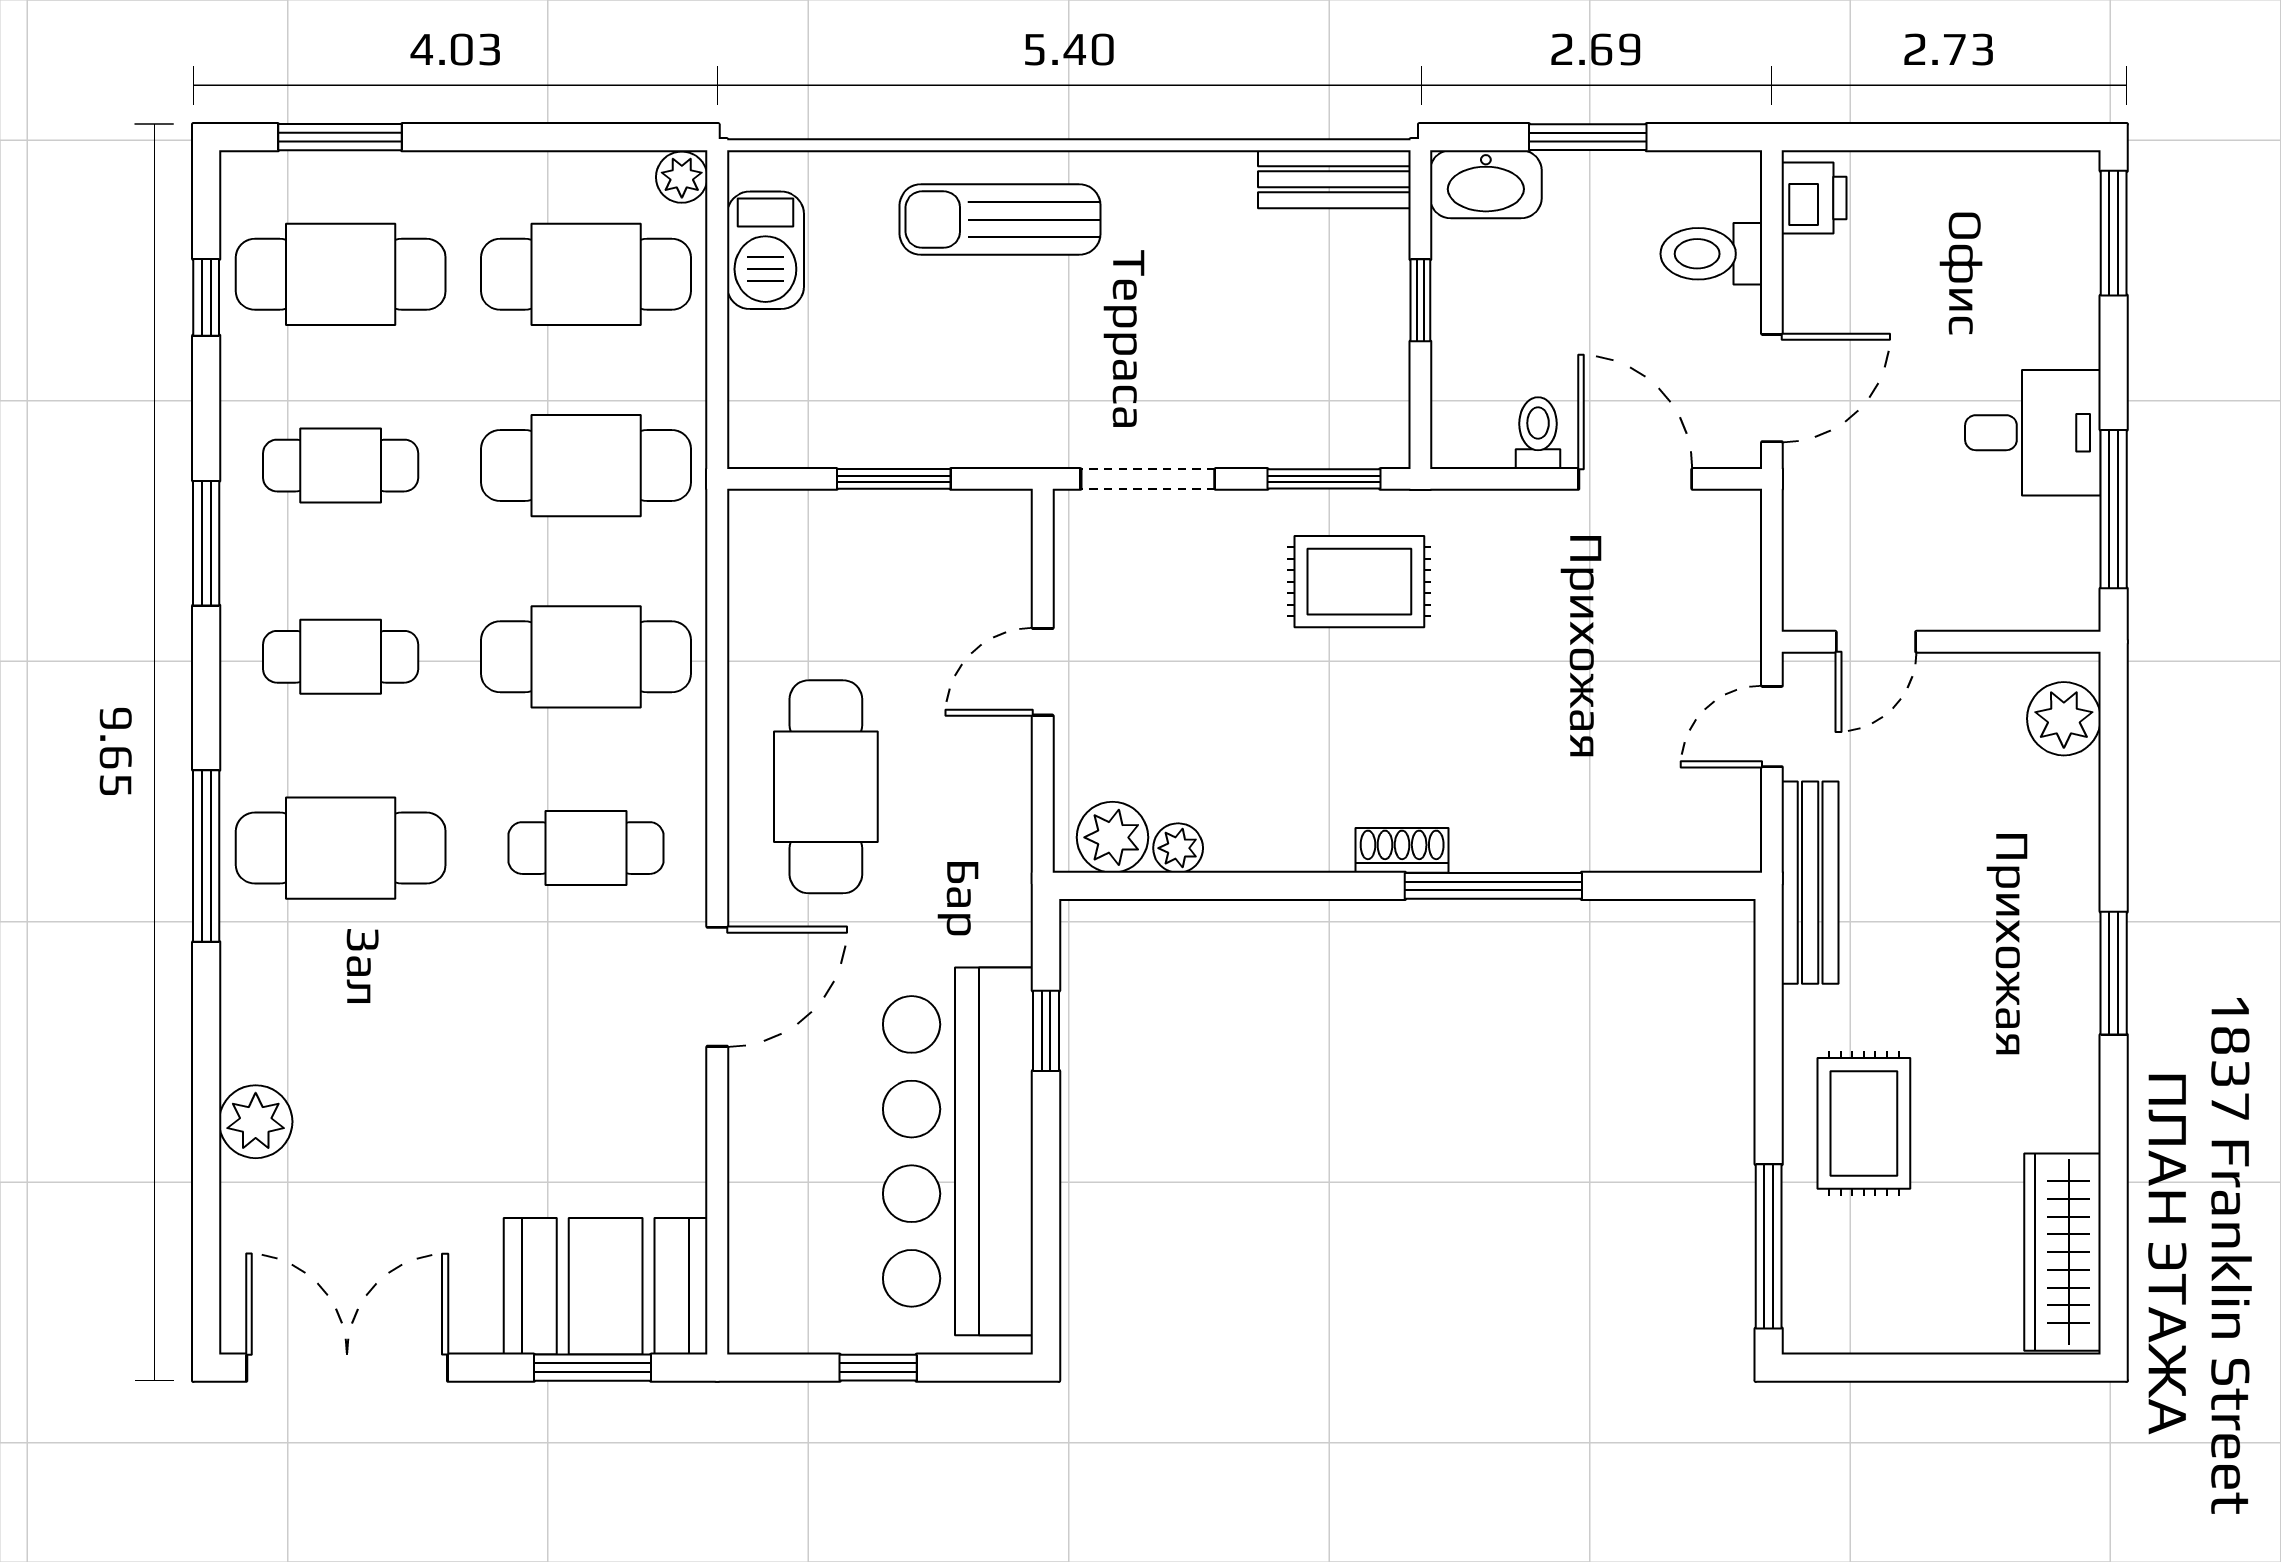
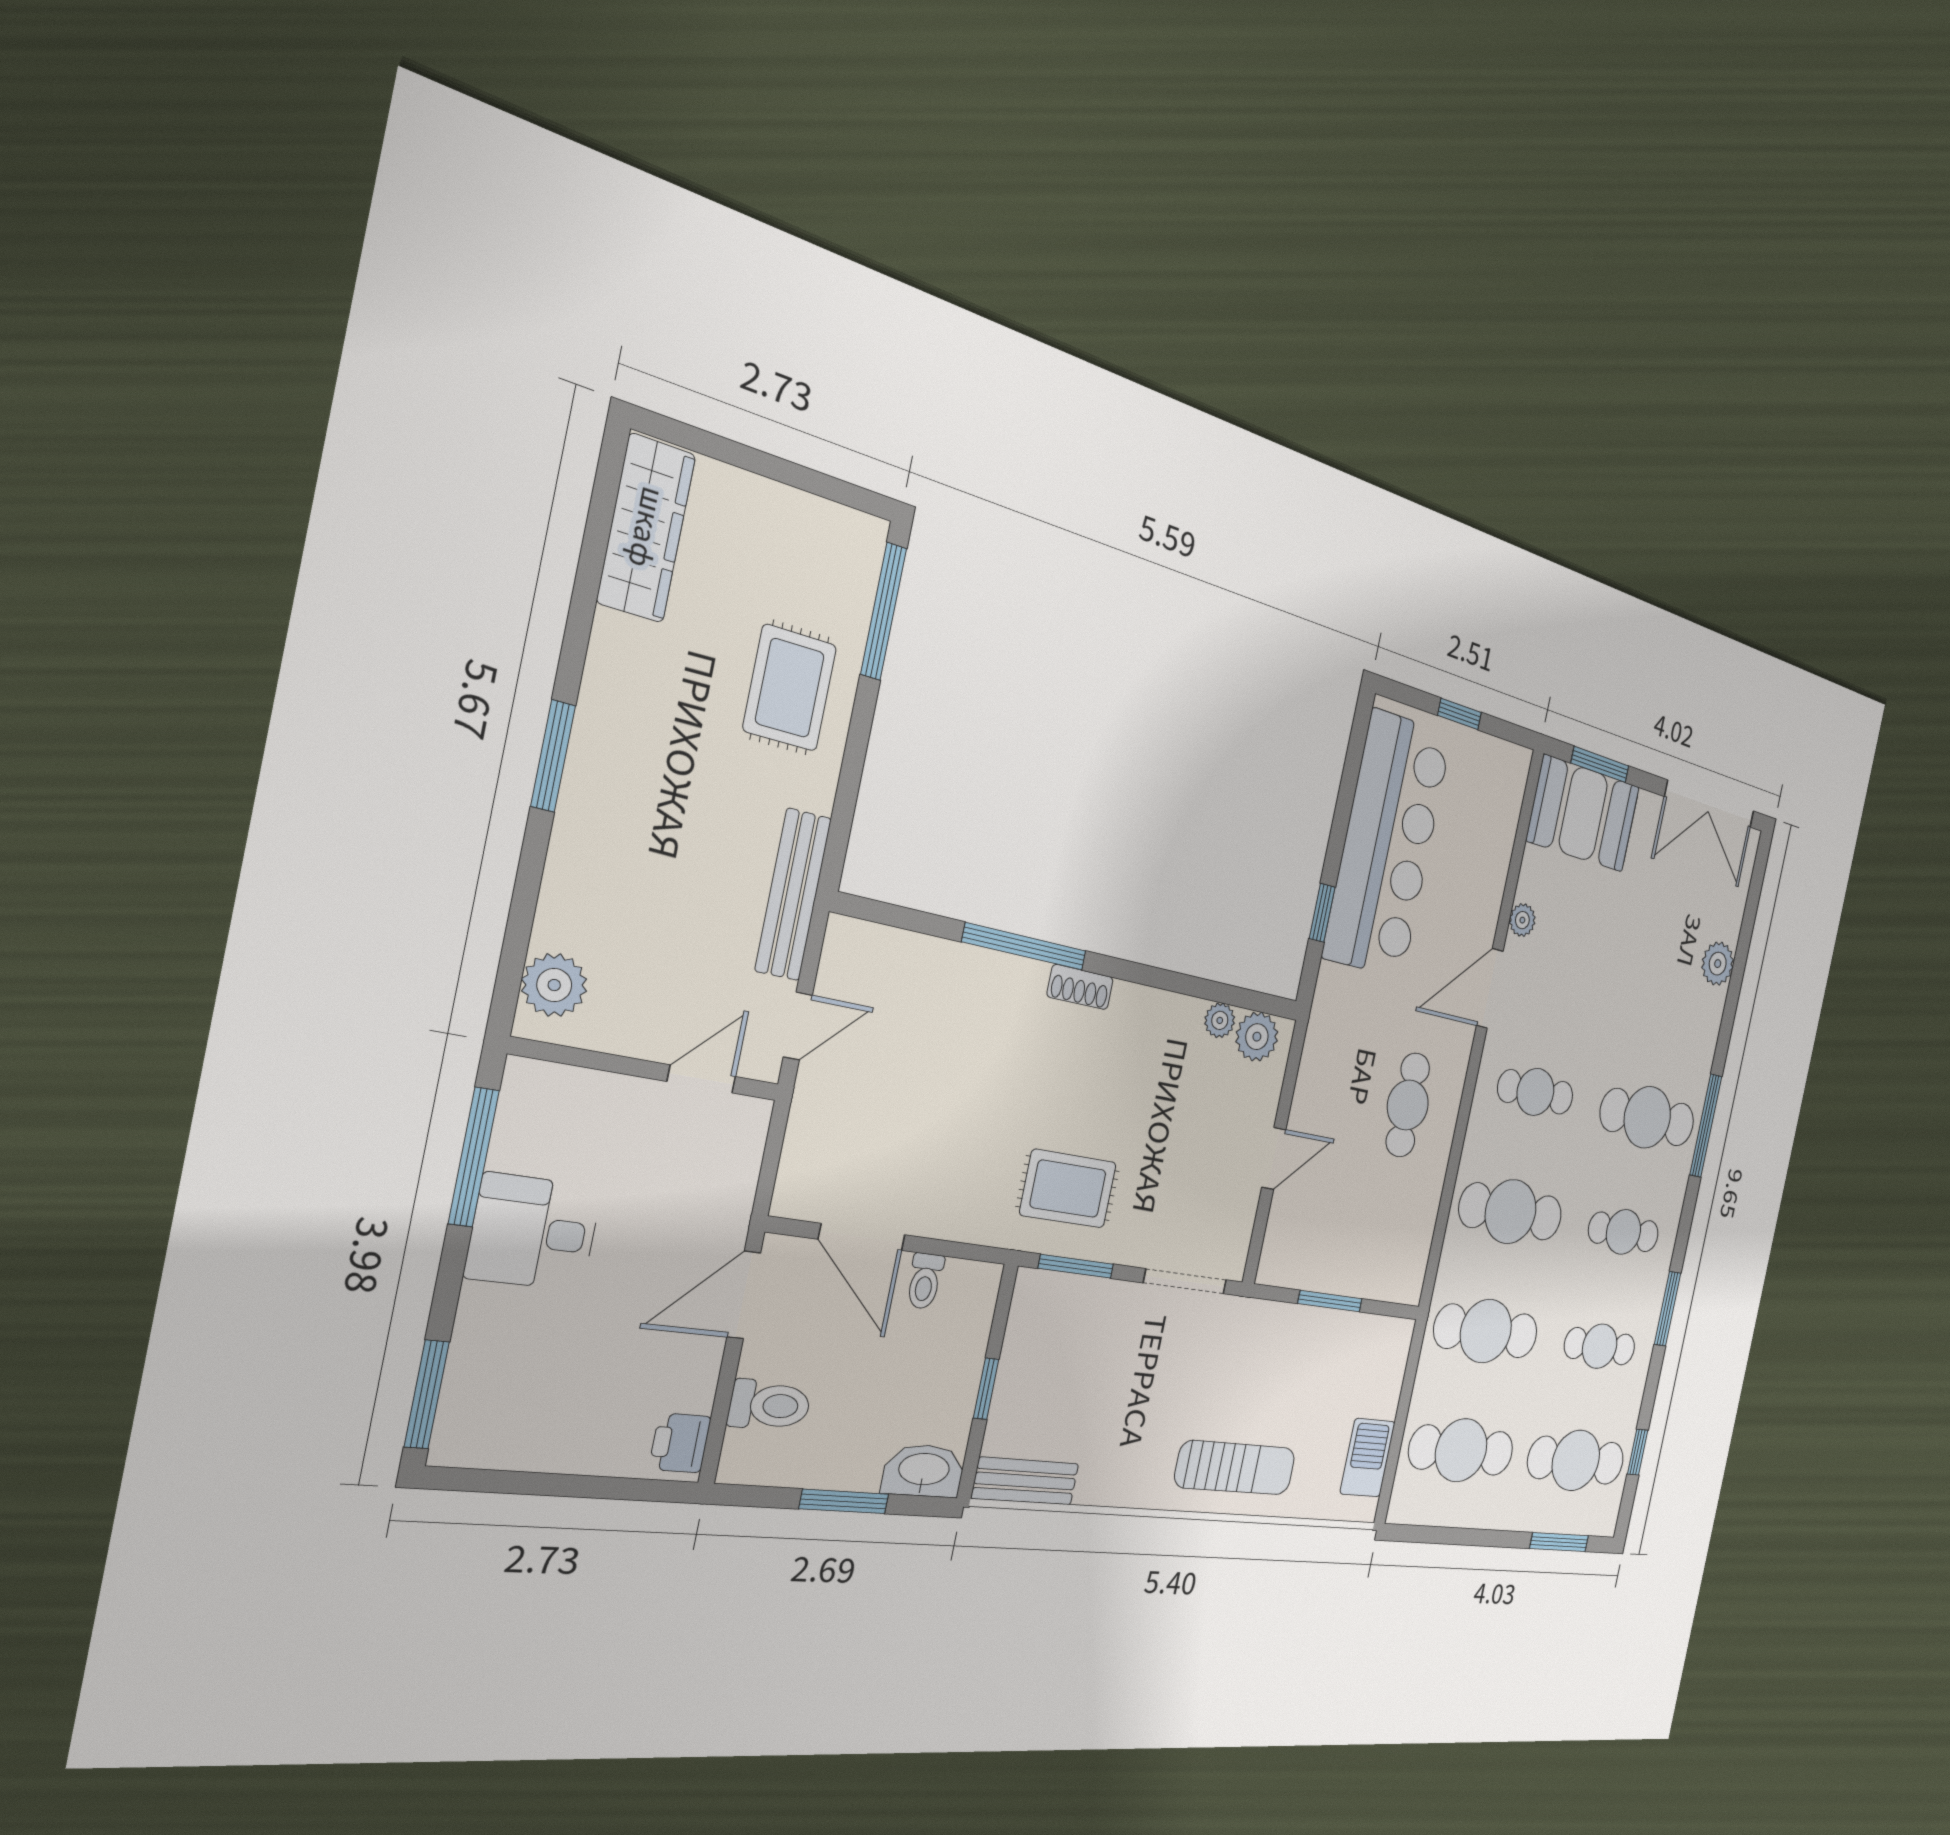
plant: (682, 177) -> (1522, 920), moved
cafe table: (826, 787) -> (1408, 1105), width x0.73, depth x0.74

